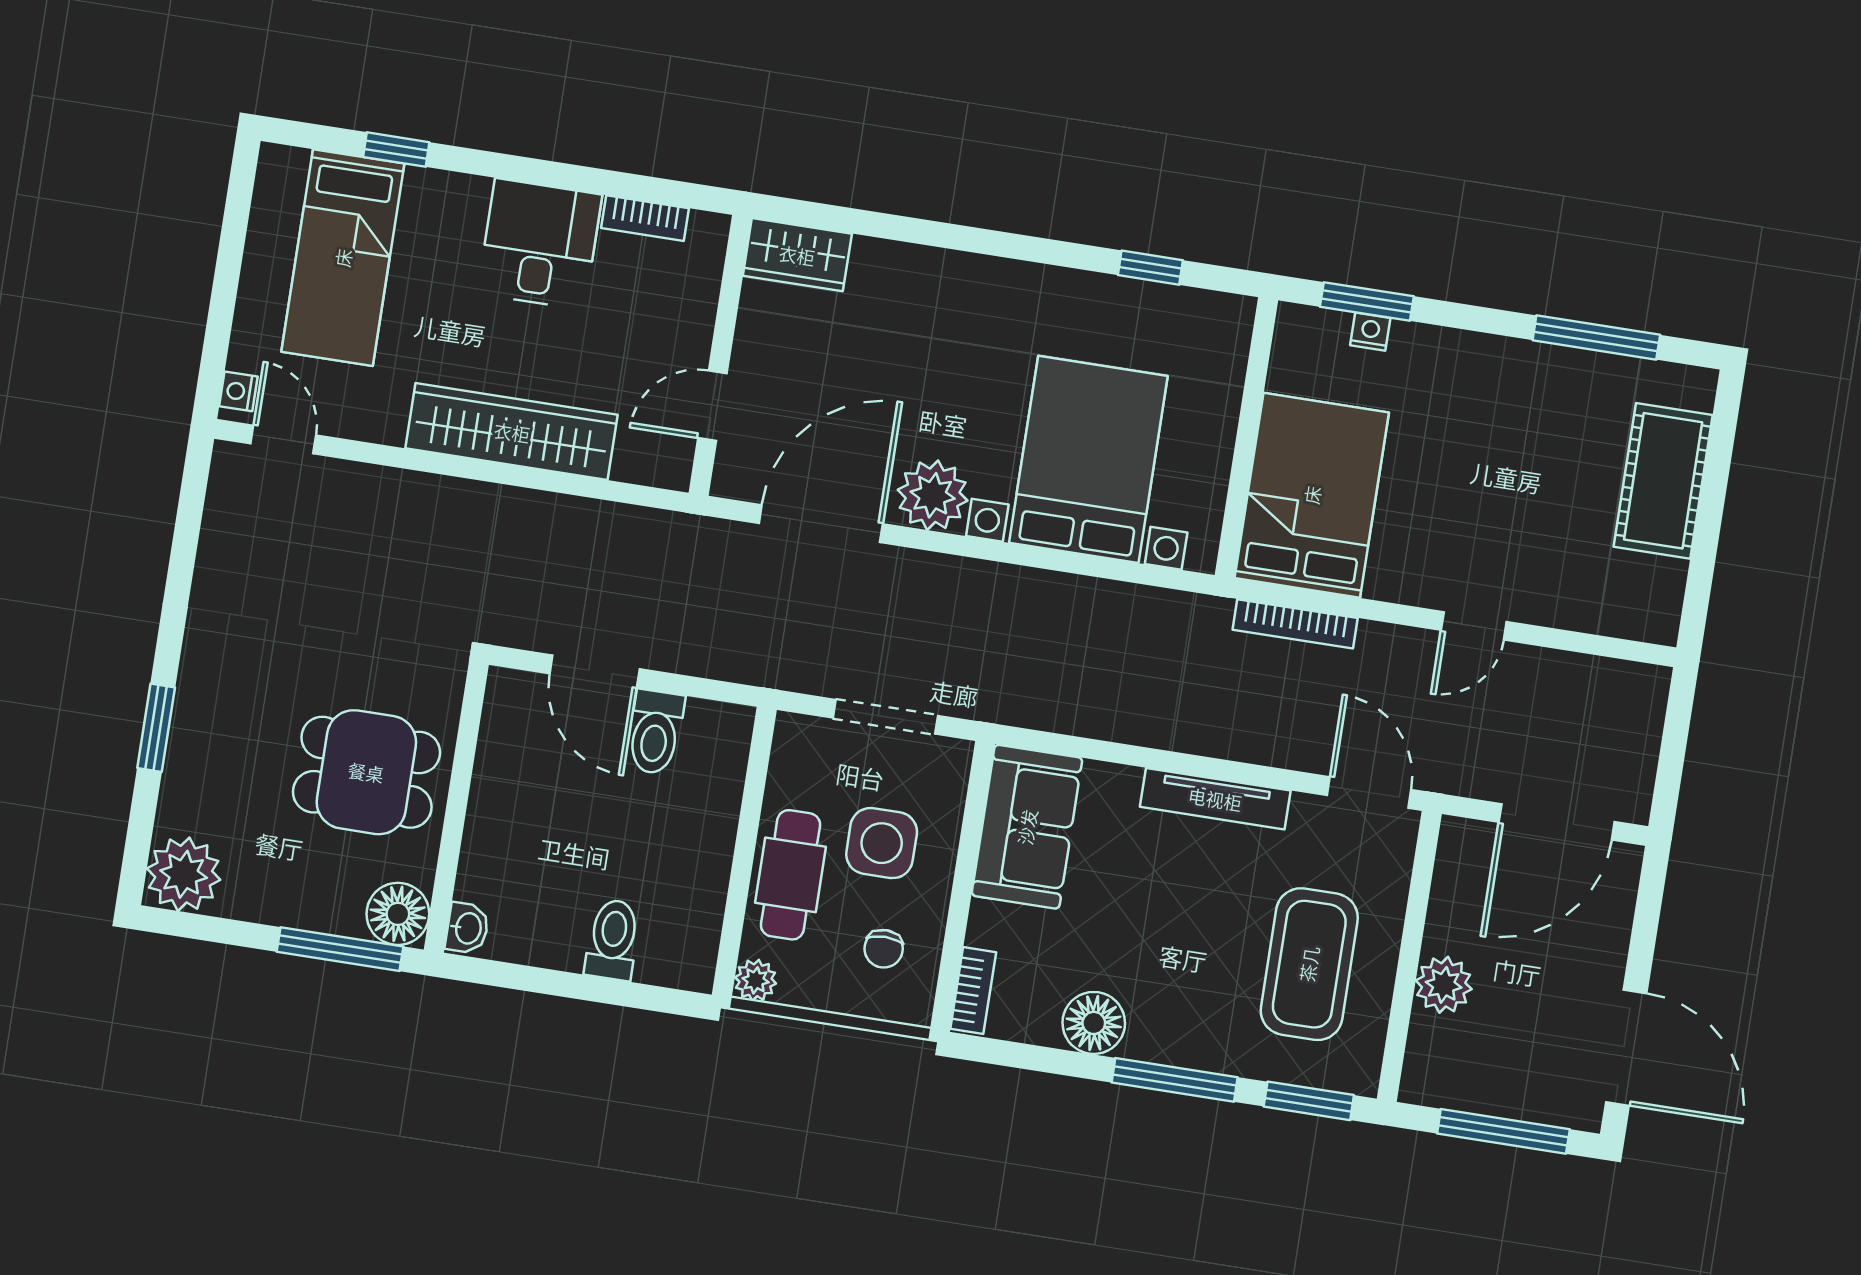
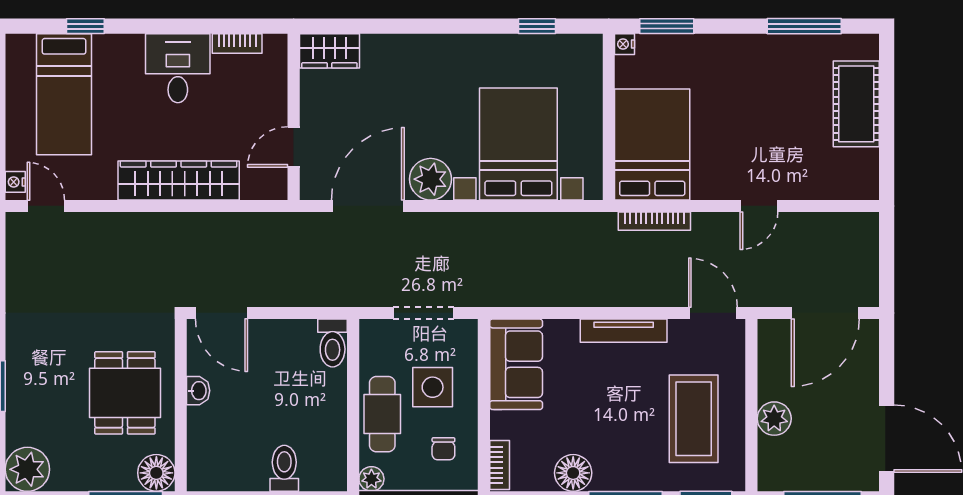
nightstand: (1370, 332) -> (625, 44), moved, turned -90
door: (595, 671) -> (221, 313), moved
toilet: (655, 732) -> (333, 343), moved
dining table: (366, 772) -> (125, 393), turned 90
washbasin: (467, 928) -> (198, 391), moved

